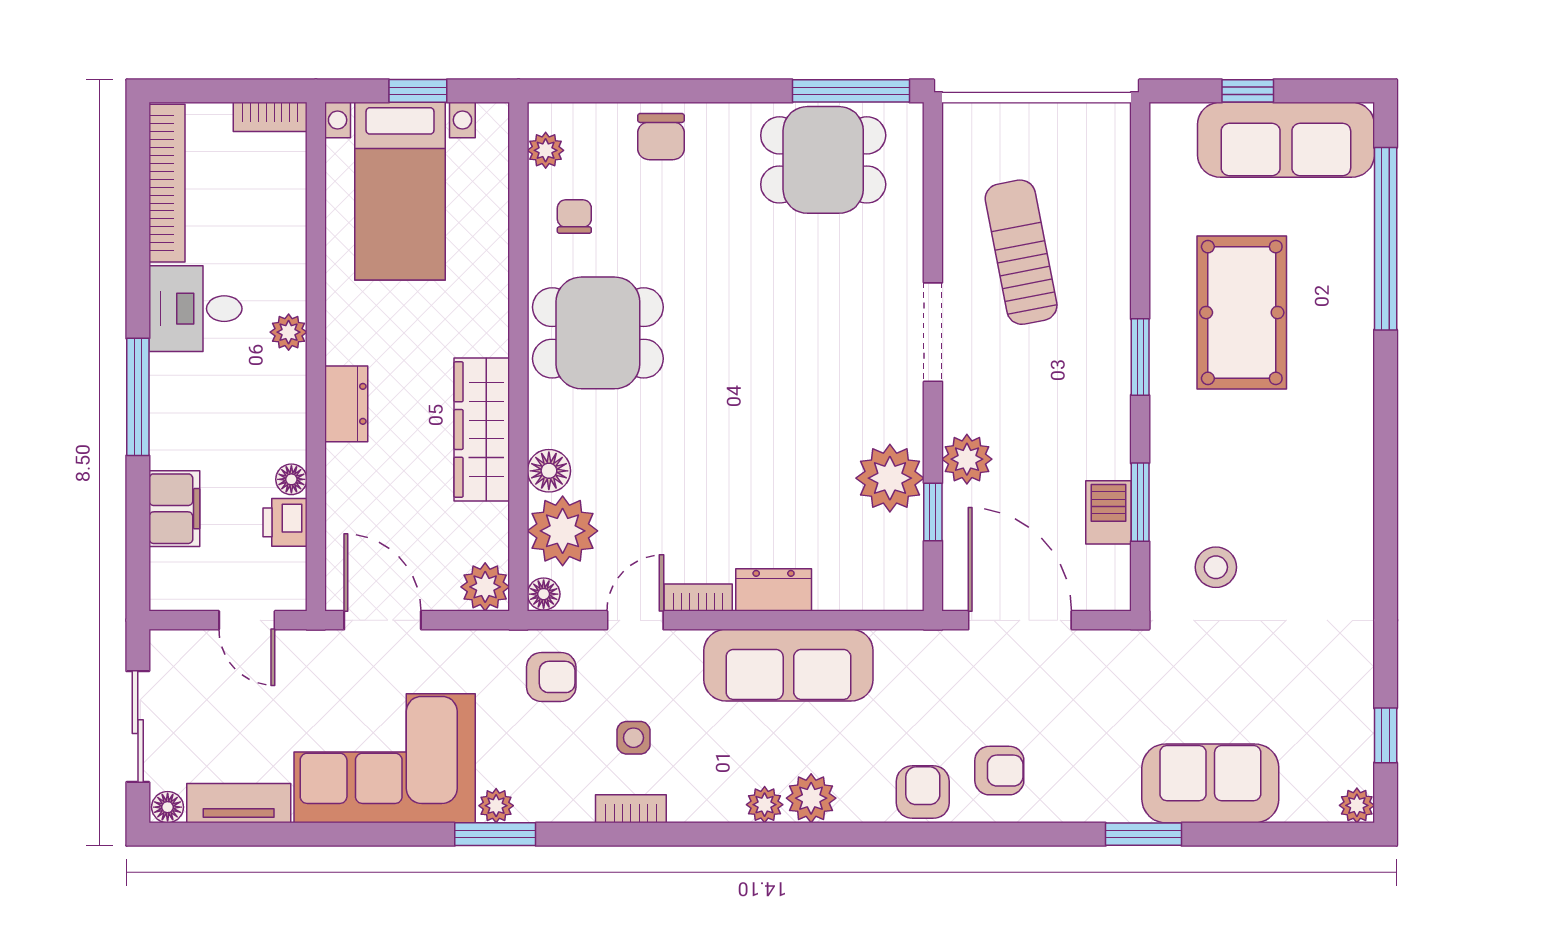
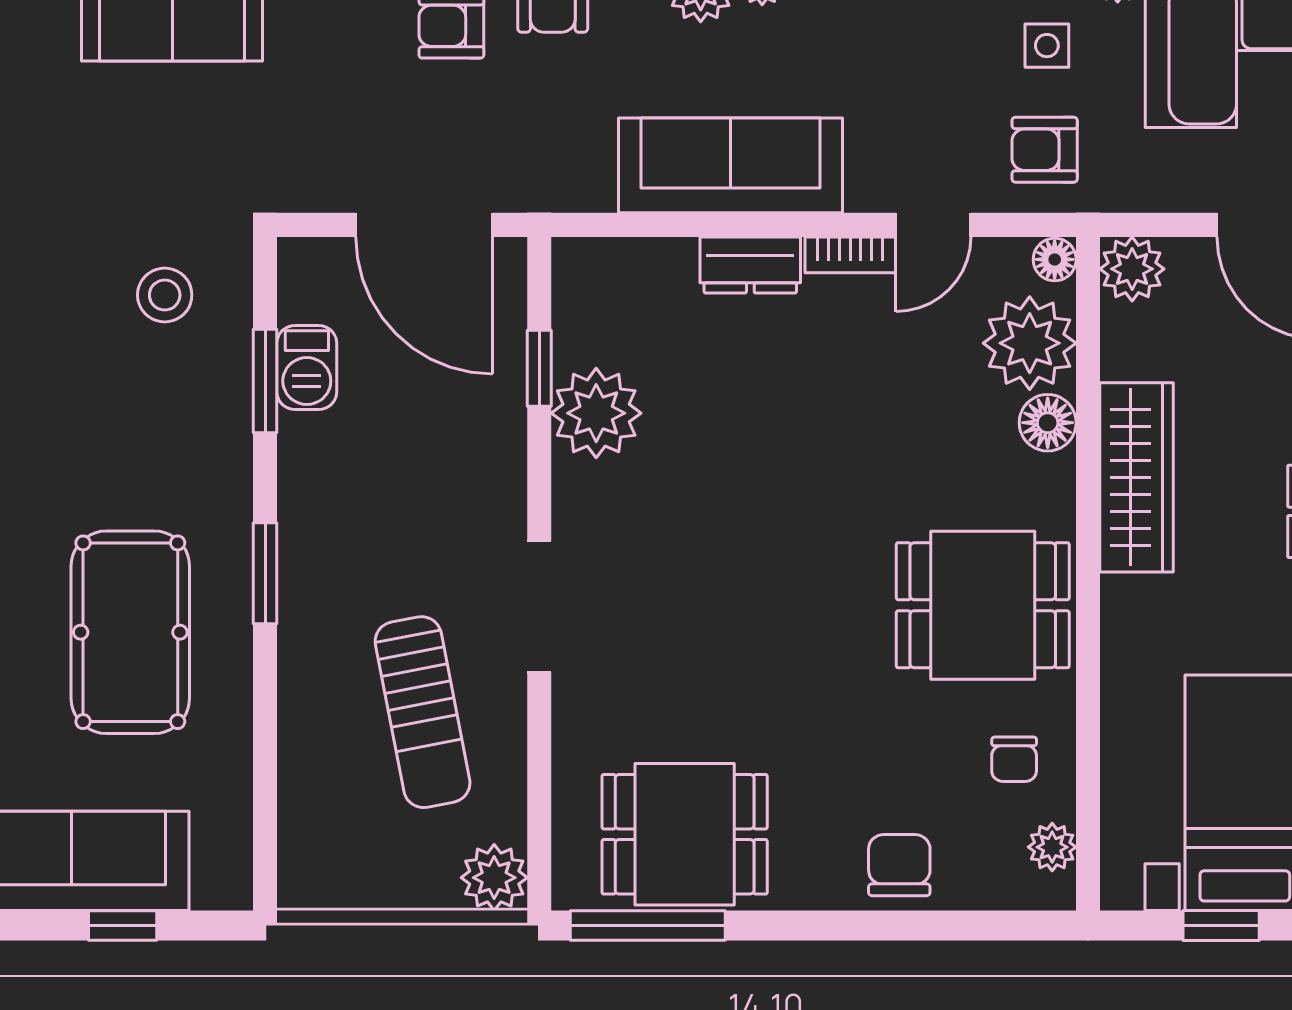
plant: (967, 459) -> (494, 878), moved
side table: (633, 738) -> (1047, 46), moved

